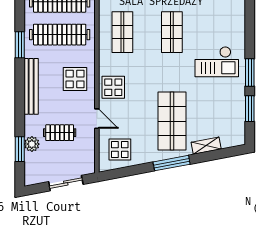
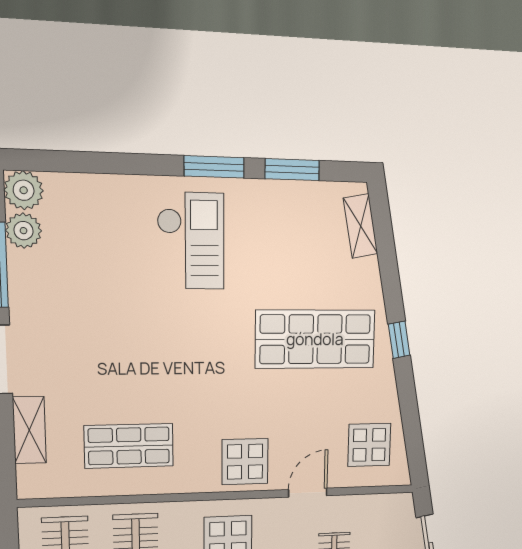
shop shelf: (172, 32) -> (127, 340), removed
shelving: (206, 146) -> (361, 226), moved
window: (172, 163) -> (399, 340), width x0.46

